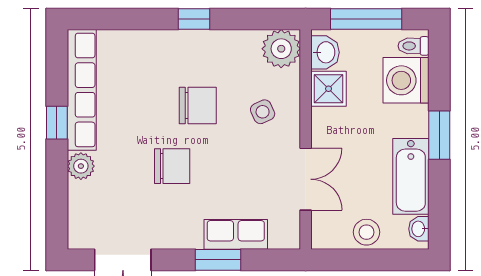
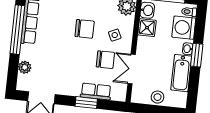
window: (57, 123) -> (17, 30), width x3.17
plant: (81, 166) -> (25, 67), moved
chair: (172, 166) -> (105, 60), moved
double door: (306, 179) -> (132, 69), swing flipped
washbasin: (419, 229) -> (188, 49), moved

